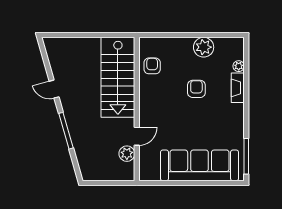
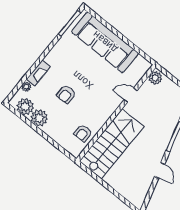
plant: (225, 47) -> (25, 107), added
plant: (127, 154) -> (155, 78), moved

